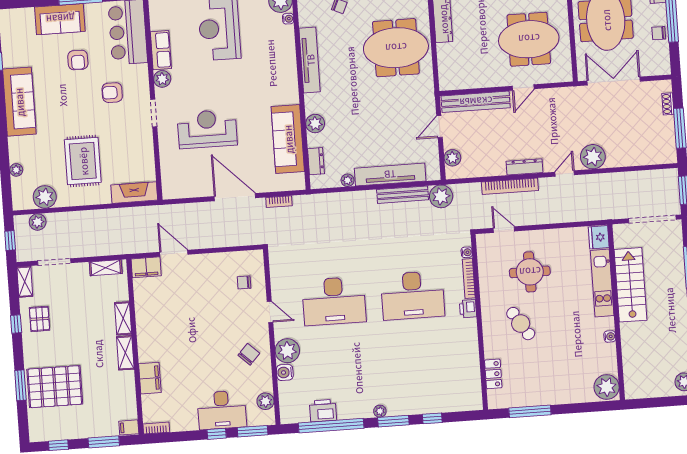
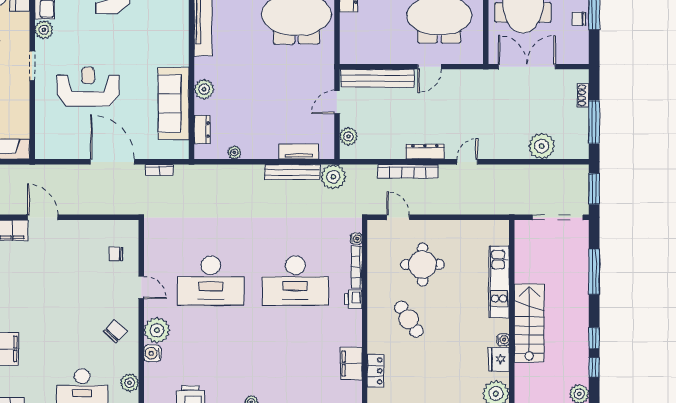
plant: (593, 157) -> (542, 146), moved
tv unit: (390, 175) -> (299, 152), width x0.52, depth x0.78
fridge: (599, 237) -> (499, 359), moved
stairs: (630, 285) -> (529, 323), moved
filing cabinet: (470, 369) -> (351, 363), added

